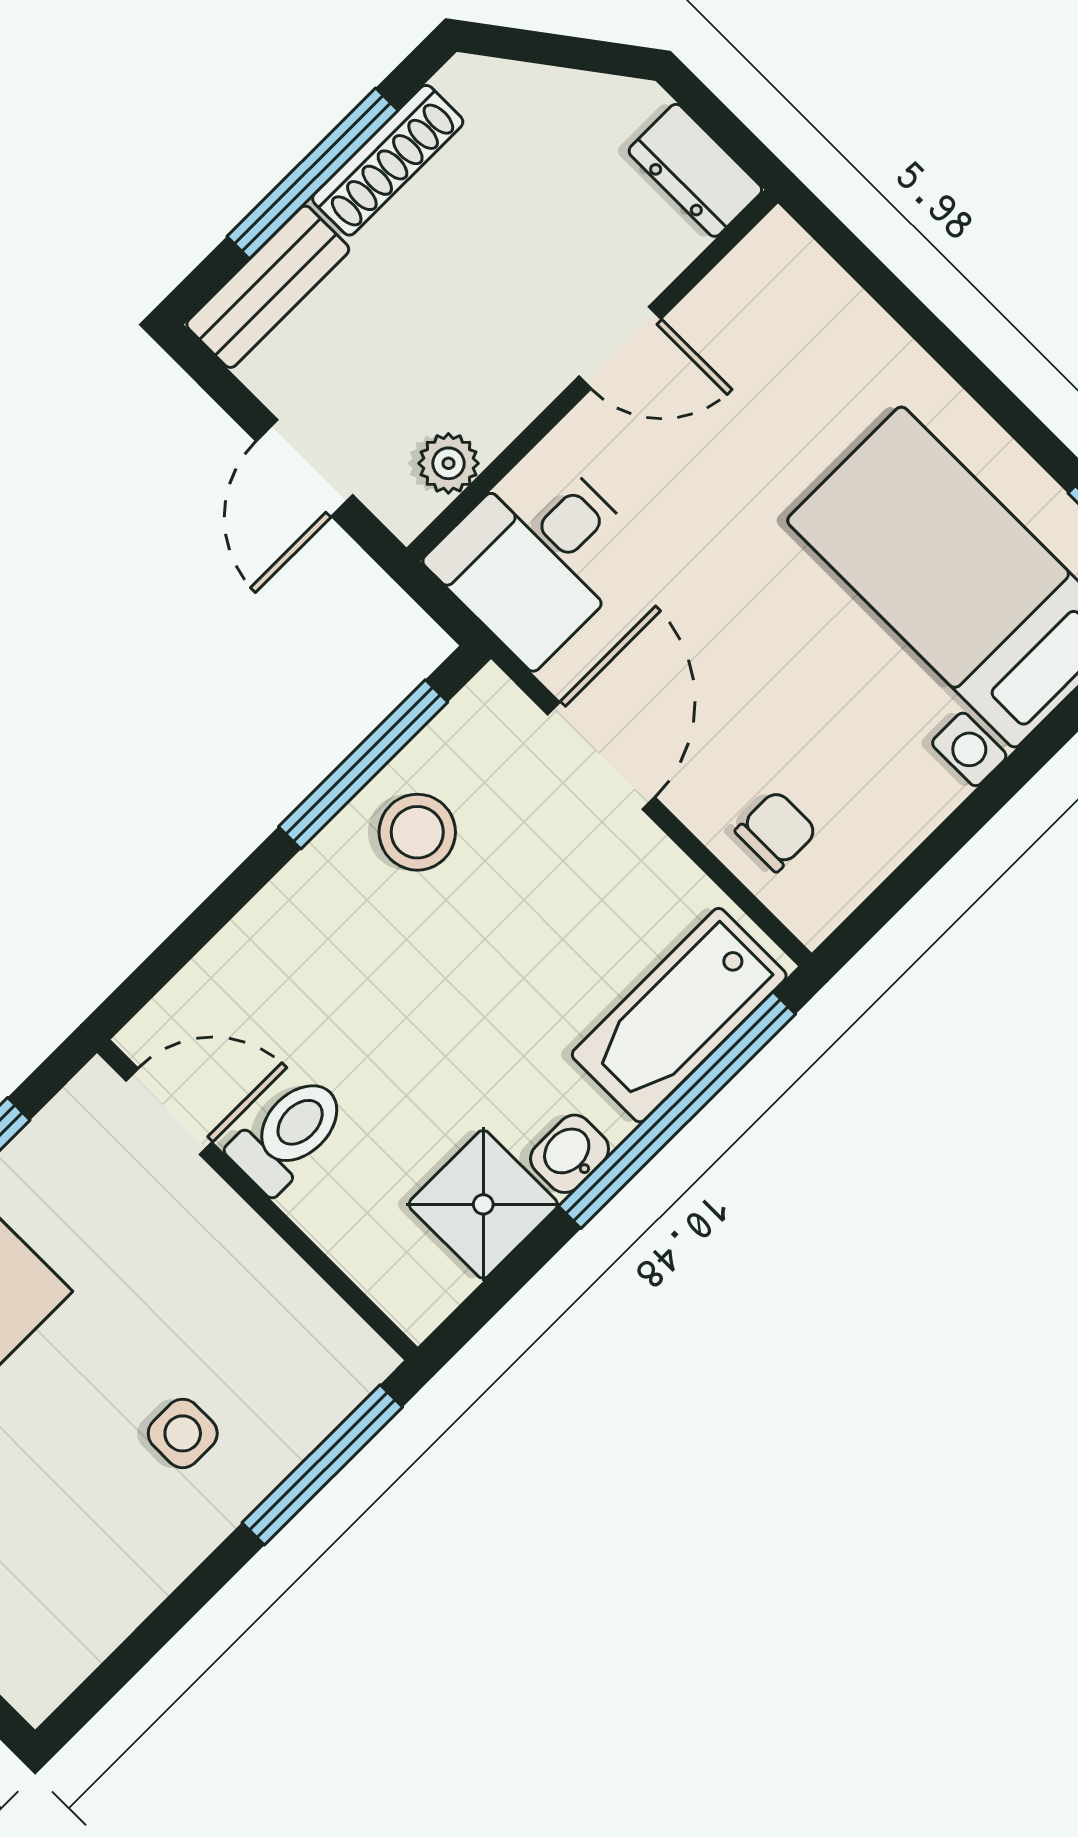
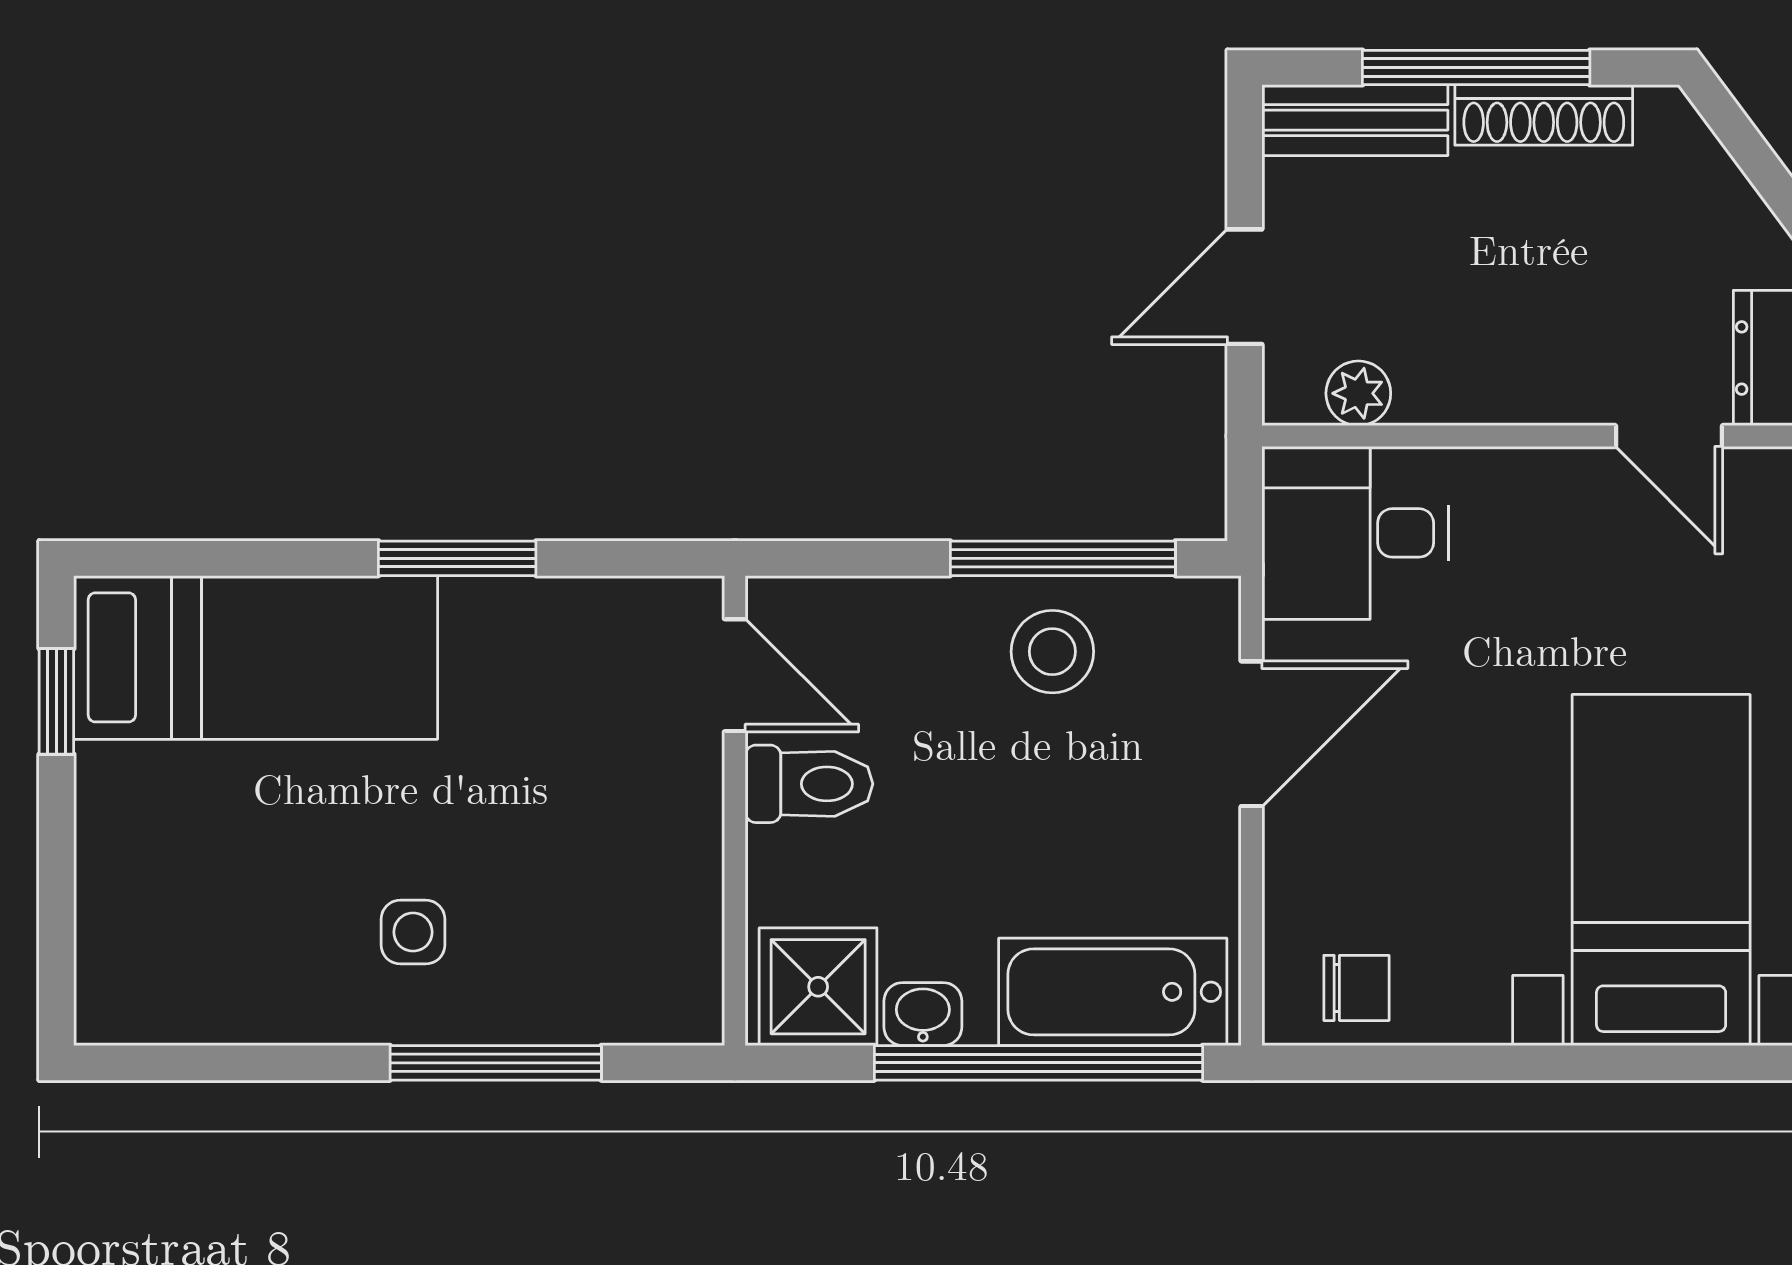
door: (620, 348) -> (1669, 436), moved
chair: (776, 831) -> (1356, 988), moved
door: (169, 1111) -> (735, 675), moved
toilet: (288, 1134) -> (809, 784), moved
wall: (257, 1200) -> (735, 811), moved

